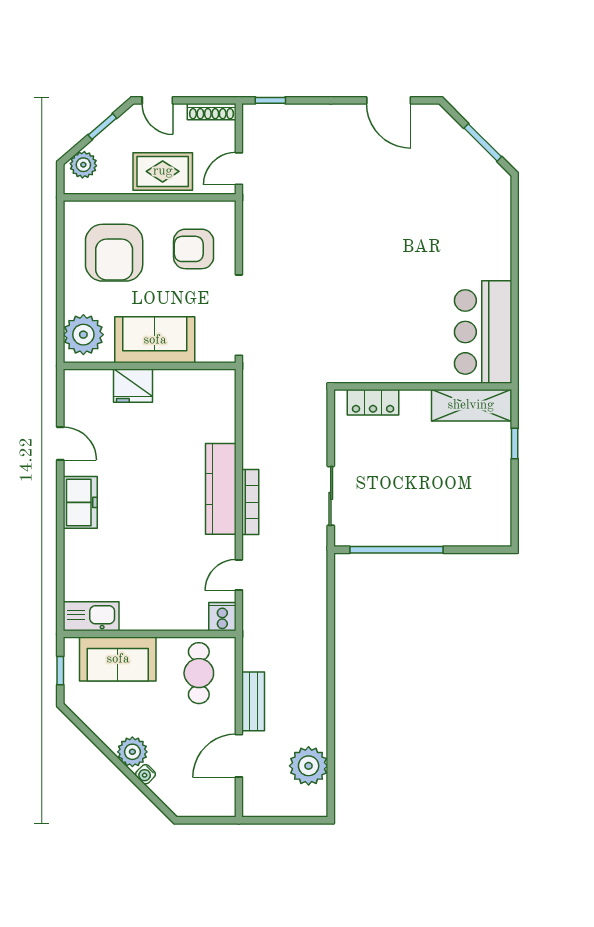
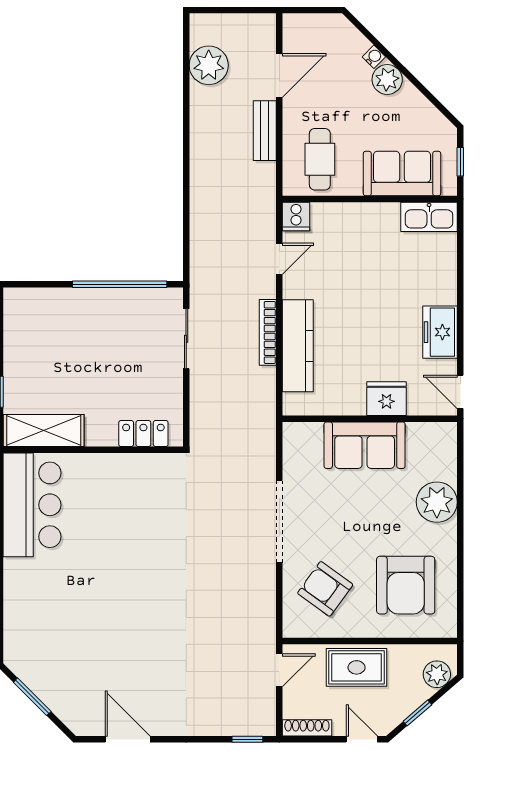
armchair: (194, 249) -> (325, 589), turned -144
armchair: (114, 253) -> (406, 585), turned 180
sofa: (155, 340) -> (365, 445), moved
wall: (150, 366) -> (370, 419), moved
fridge: (133, 386) -> (386, 399), moved

